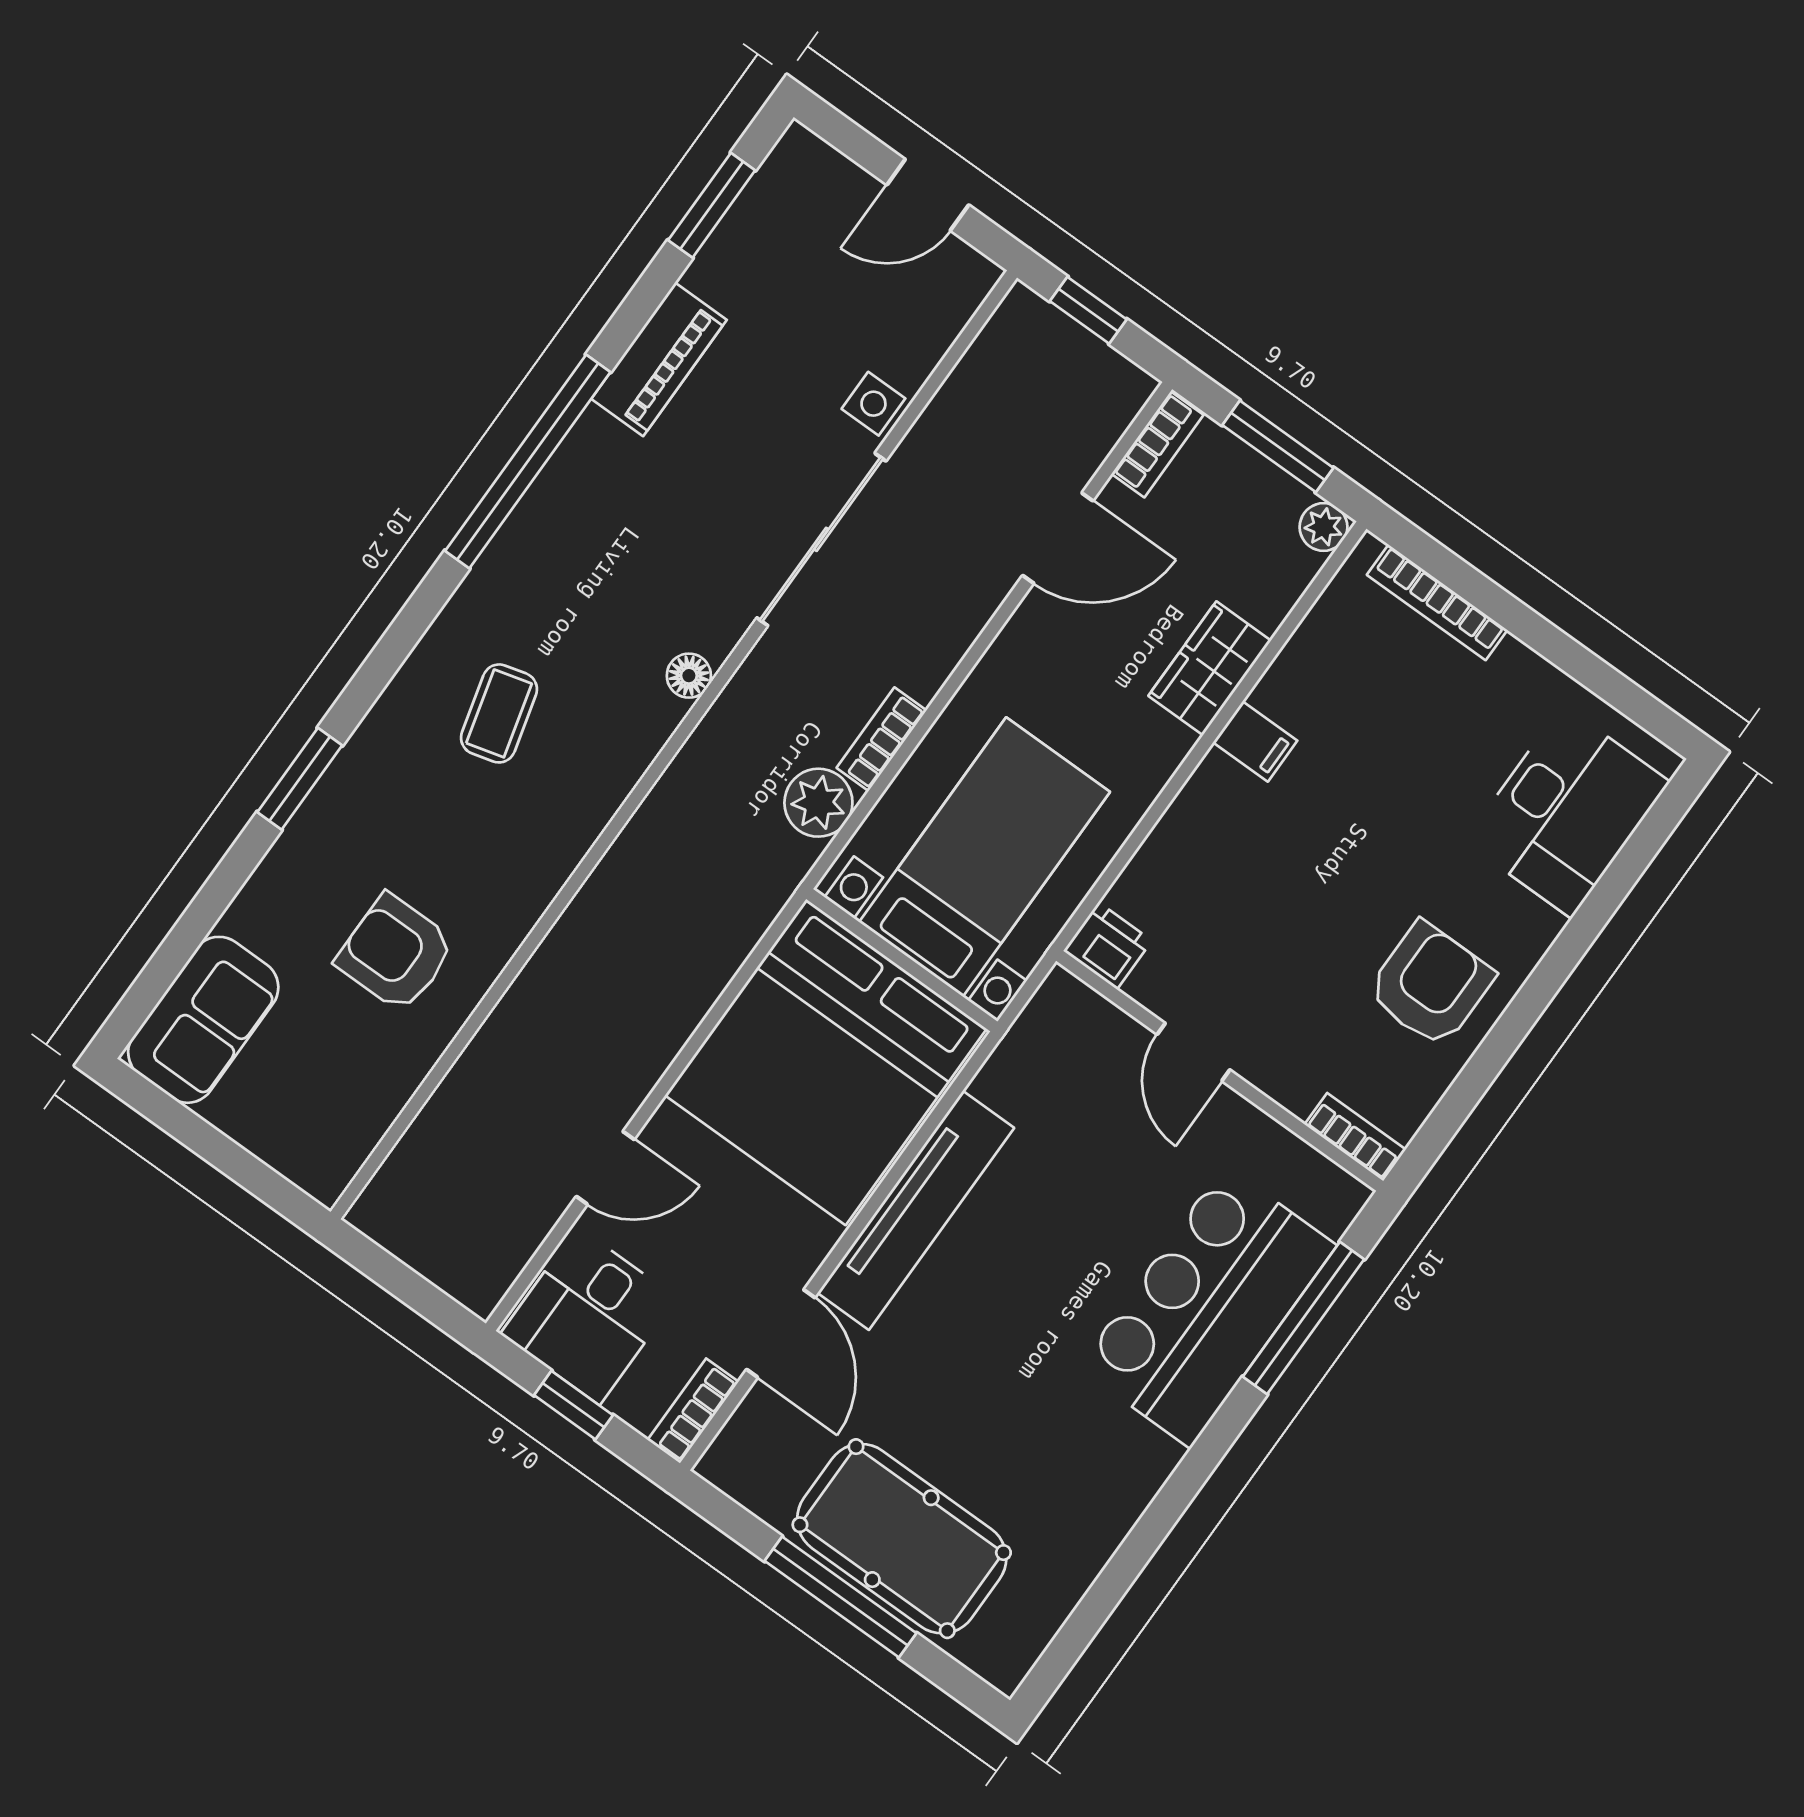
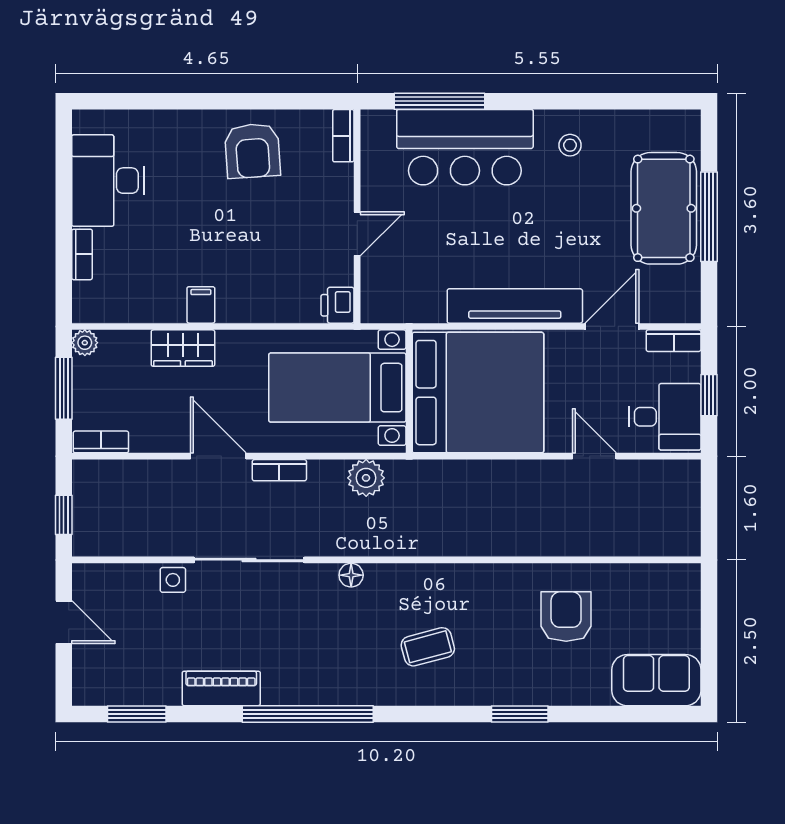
door: (1058, 538) -> (218, 456), moved
bookcase: (1437, 602) -> (82, 254), width x0.64
bookcase: (882, 739) -> (279, 470), moved
desk: (1567, 812) -> (108, 181), moved, turned -90
armchair: (396, 953) -> (566, 617), turned 180
armchair: (1430, 985) -> (252, 151), turned -94
stool: (1097, 1466) -> (570, 145), added

